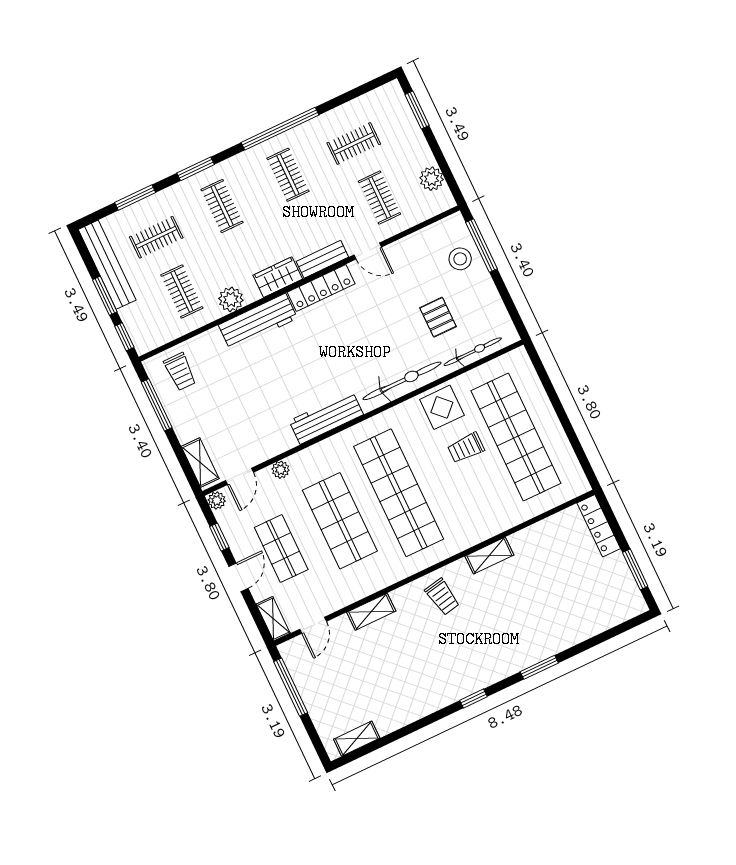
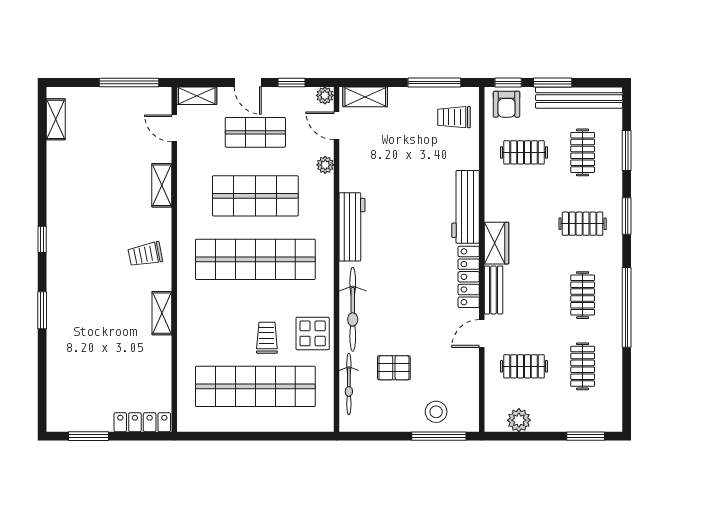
clothes rail: (288, 175) -> (583, 295), turned 90
plant: (231, 299) -> (496, 192), removed
armchair: (145, 329) -> (507, 104), added

